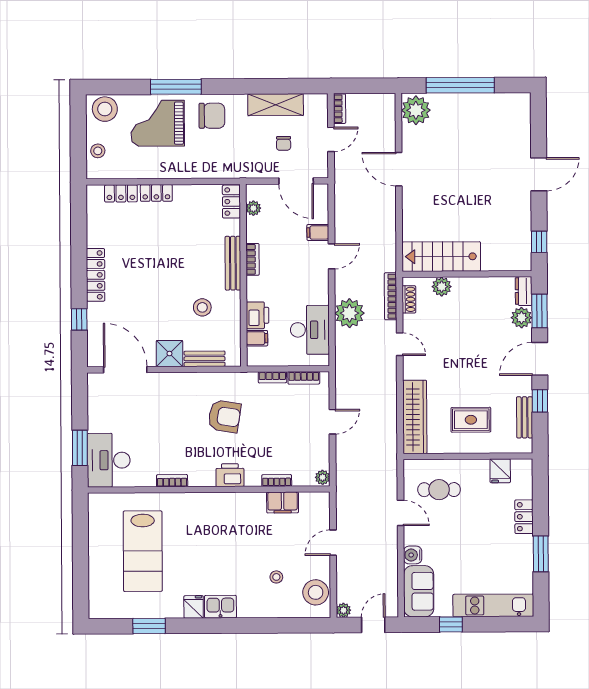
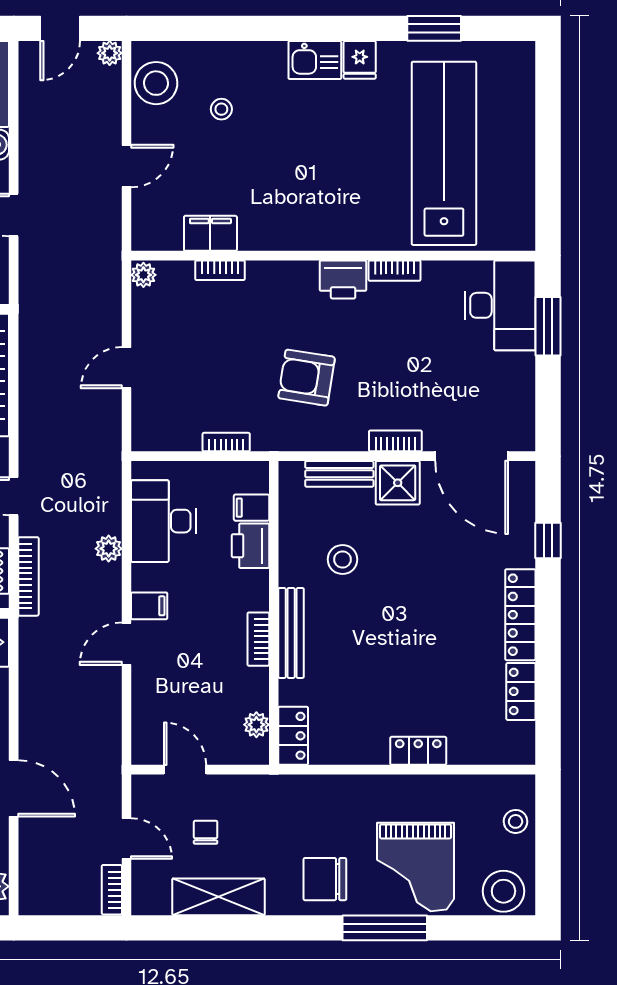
grand piano: (158, 123) -> (416, 867), turned 90
door: (331, 139) -> (126, 838), swing flipped
door: (296, 181) -> (185, 770), width x0.73
locker: (121, 193) -> (521, 691), moved, turned -90
filing cabinet: (318, 232) -> (149, 606), moved
plant: (349, 313) -> (109, 549), width x0.53, depth x0.53
bookcase: (304, 378) -> (395, 441), moved
printer: (230, 475) -> (343, 279), moved
lab bench: (143, 551) -> (444, 153), width x1.36

